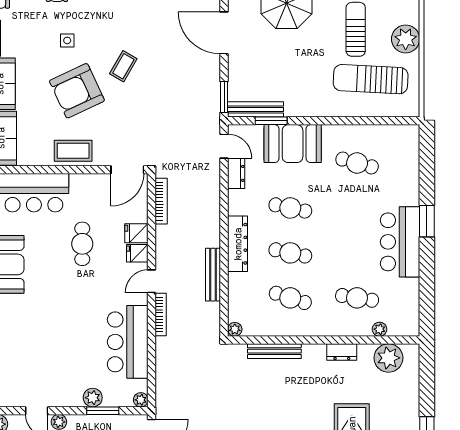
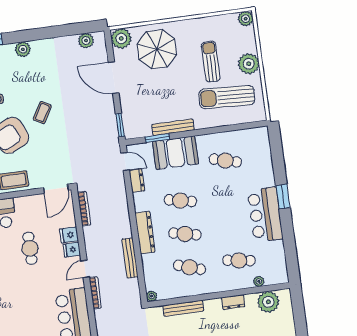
bench: (256, 109) -> (173, 127), moved

